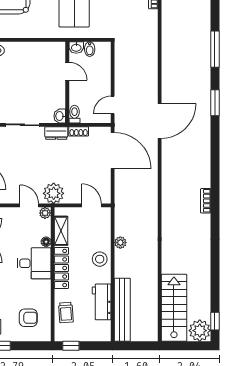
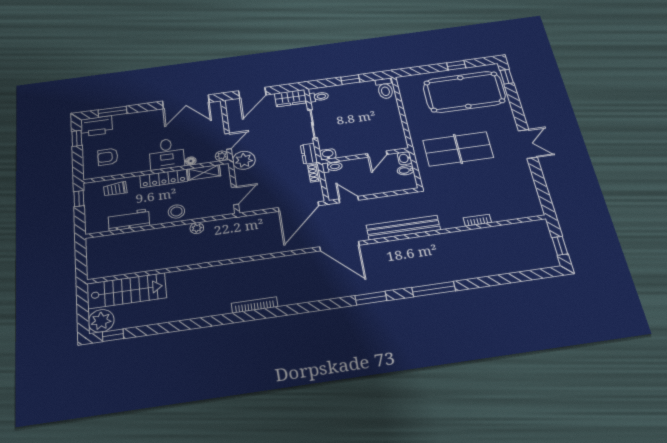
bookcase: (206, 201) -> (255, 305), width x1.56
bench: (122, 310) -> (403, 228), moved
armchair: (28, 318) -> (108, 157), turned 90

